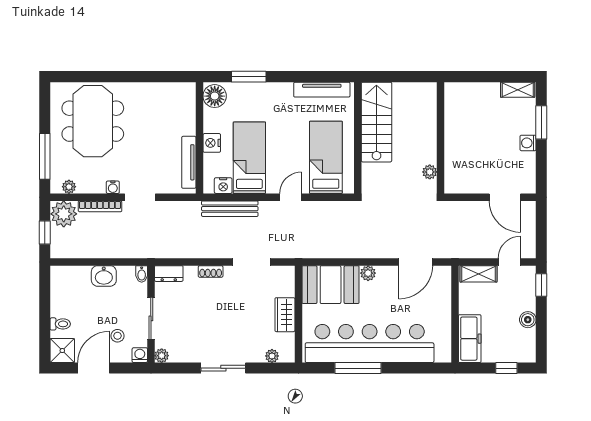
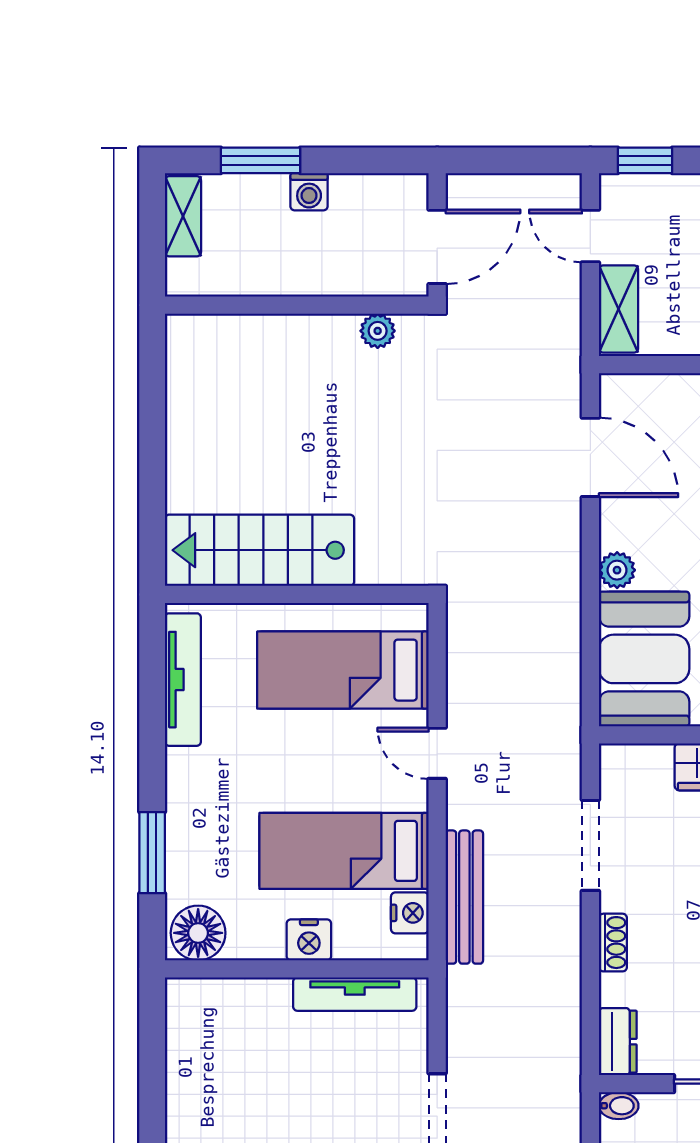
wall: (441, 138) -> (297, 305), moved
plant: (430, 172) -> (378, 331), moved

